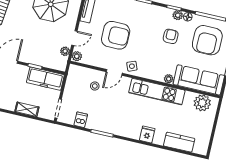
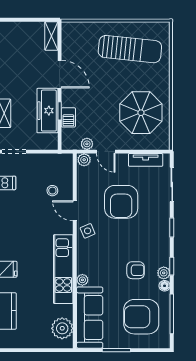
barbecue: (41, 61) -> (68, 117), added
freezer: (45, 79) -> (47, 111), moved

